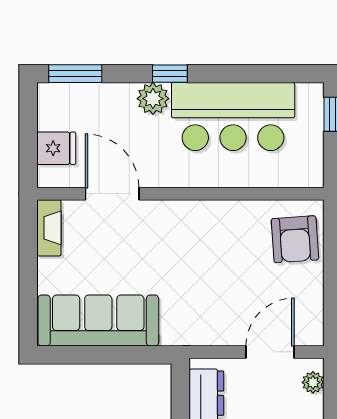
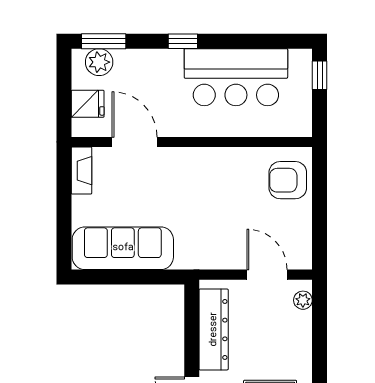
plant: (153, 99) -> (99, 62), moved
armchair: (295, 239) -> (288, 180), turned 94
door: (270, 352) -> (267, 275), hinge flipped

